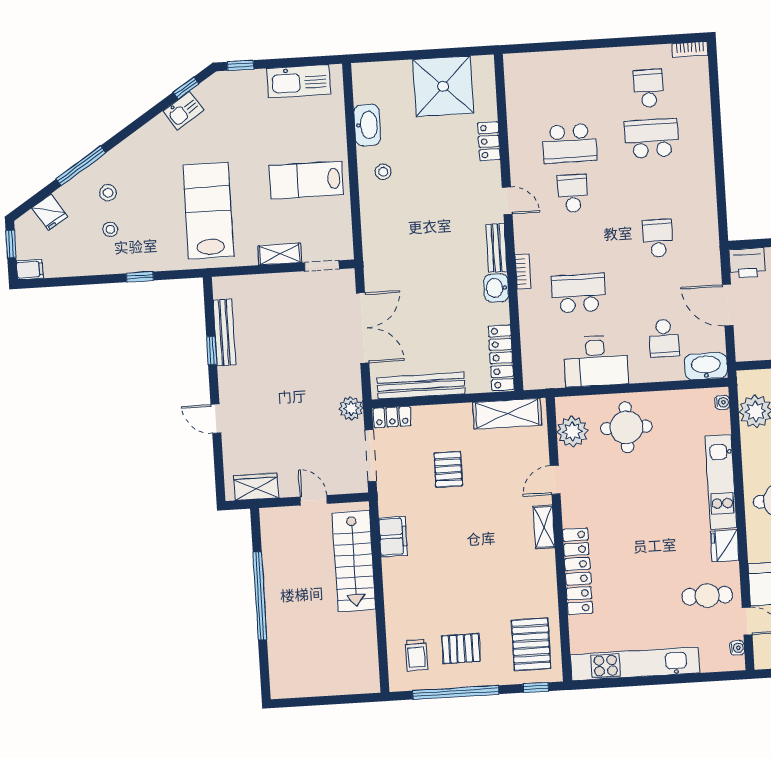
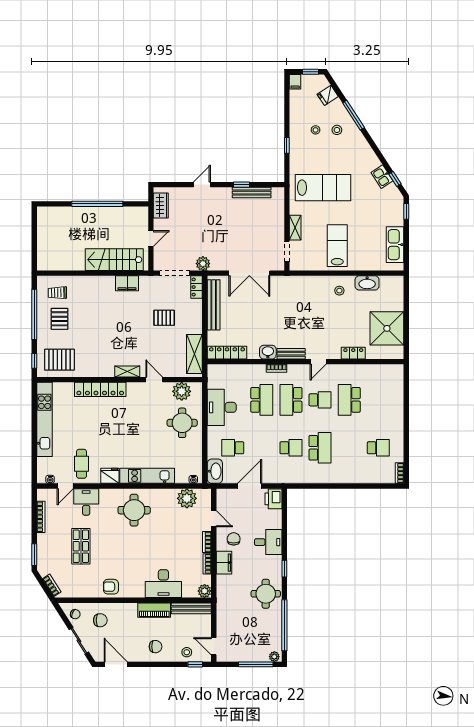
school desk: (652, 138) -> (320, 448), moved
school desk: (576, 243) -> (291, 400), added

